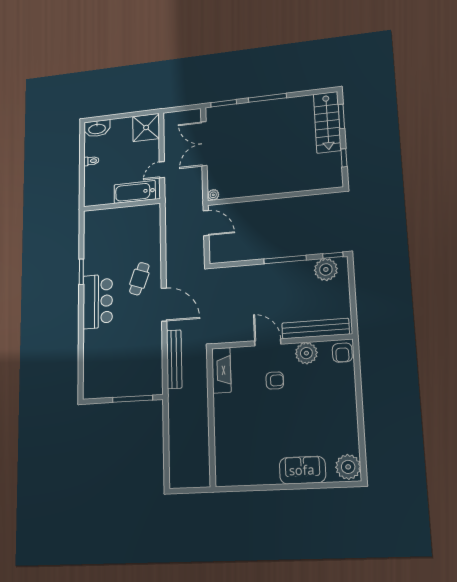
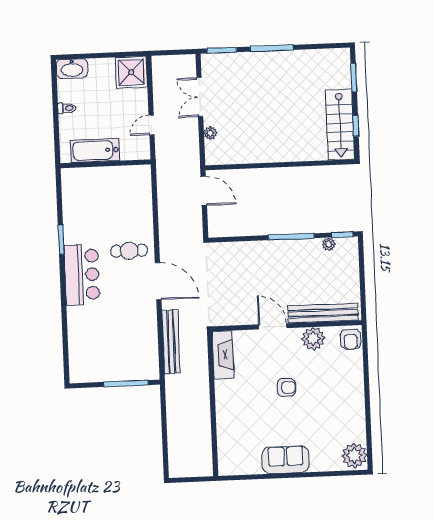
stairs: (327, 122) -> (340, 125), moved
double door: (204, 144) -> (200, 97), width x0.73
bathtub: (135, 192) -> (95, 150), moved
plant: (213, 195) -> (210, 133), moved
plant: (326, 269) -> (329, 244), width x0.53, depth x0.53
cafe table: (139, 279) -> (129, 251), turned 70
armchair: (275, 380) -> (286, 387), moved
sofa: (302, 470) -> (286, 460), moved

